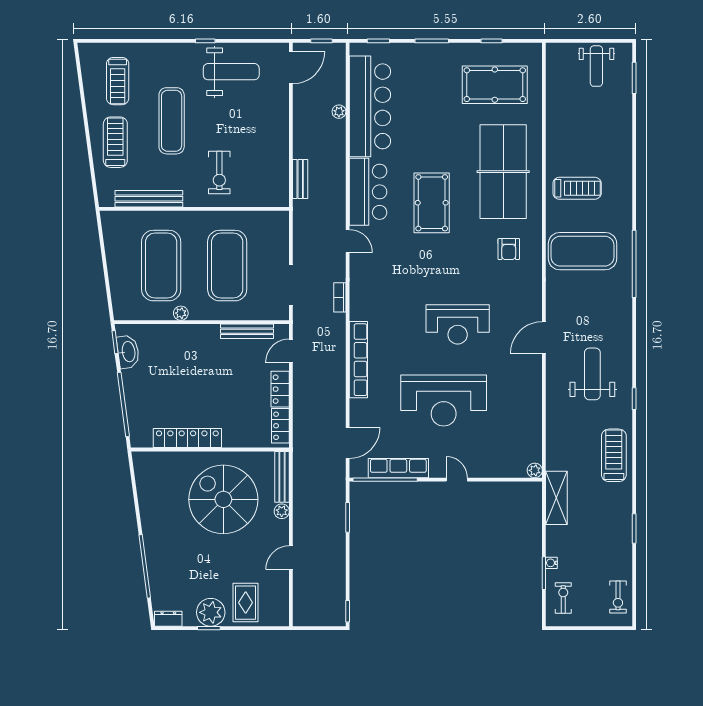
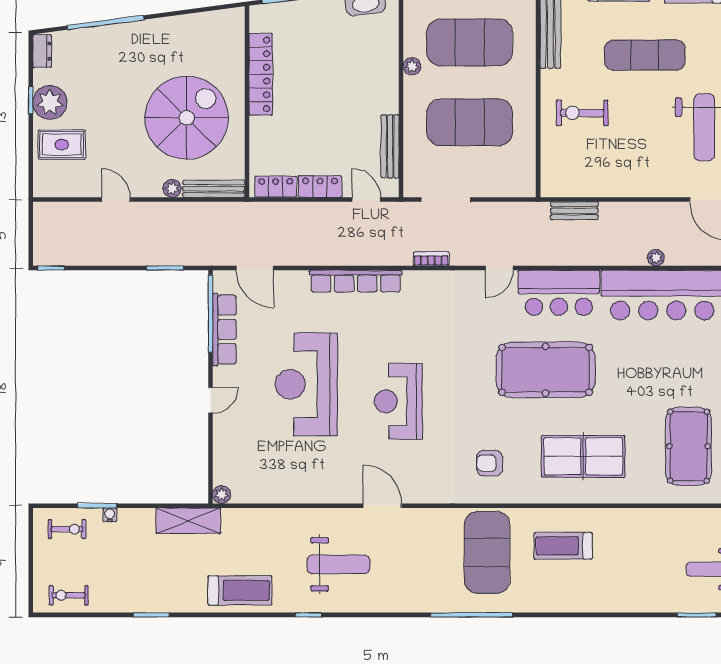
table tennis table: (503, 172) -> (583, 456), width x0.73, depth x0.76
treadmill: (577, 188) -> (563, 546), turned 90
pool table: (432, 203) -> (546, 370), width x1.36, depth x1.32

